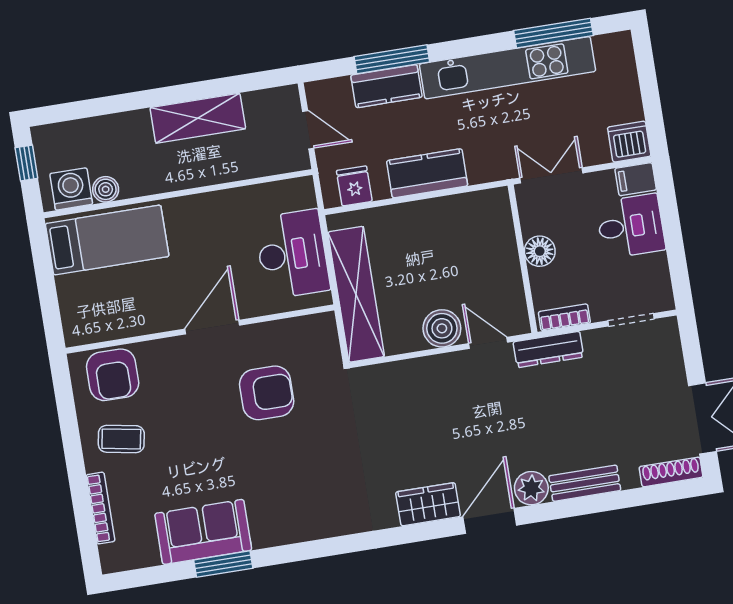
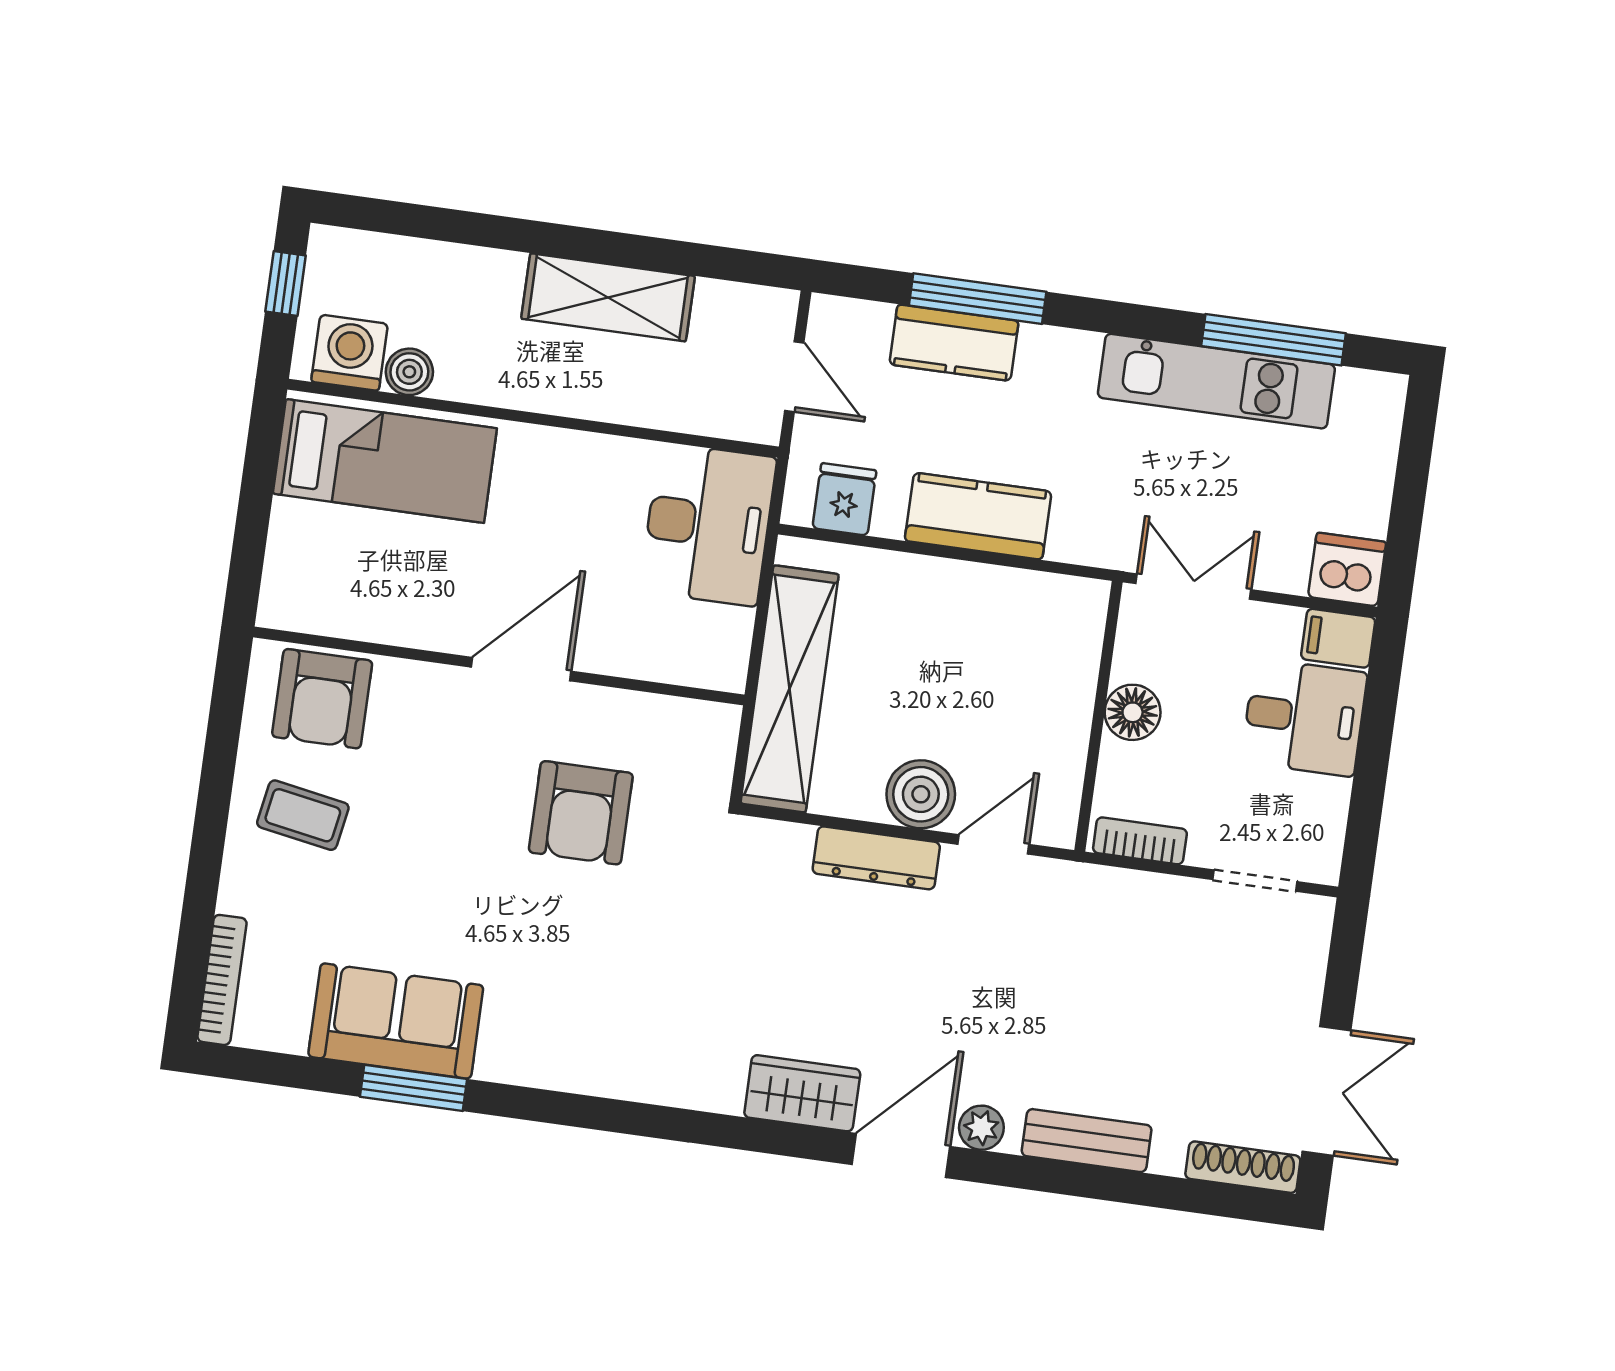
kitchen unit: (507, 68) -> (1216, 381), width x0.73
desk: (292, 254) -> (708, 524), moved
door: (488, 343) -> (993, 844), hinge flipped
dresser: (548, 349) -> (876, 858), moved
armchair: (267, 393) -> (581, 813), turned 90
plant: (531, 488) -> (981, 1128), width x0.73, depth x0.73
bookcase: (101, 508) -> (222, 980), moved

